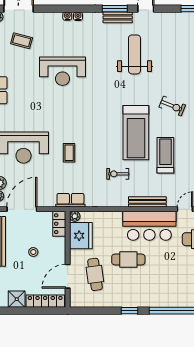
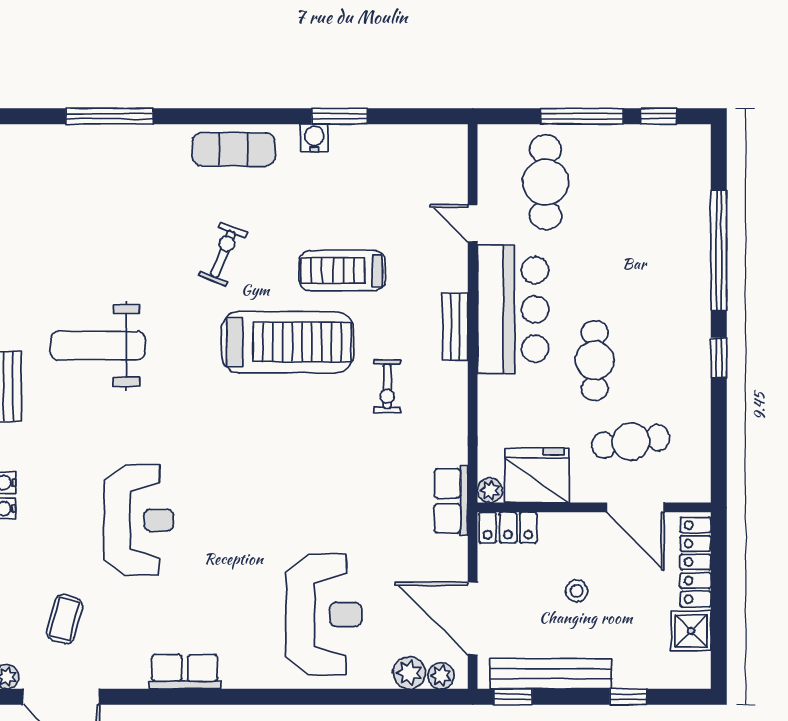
coffee table: (69, 153) -> (336, 504), removed
bench: (147, 202) -> (455, 327), width x0.73

